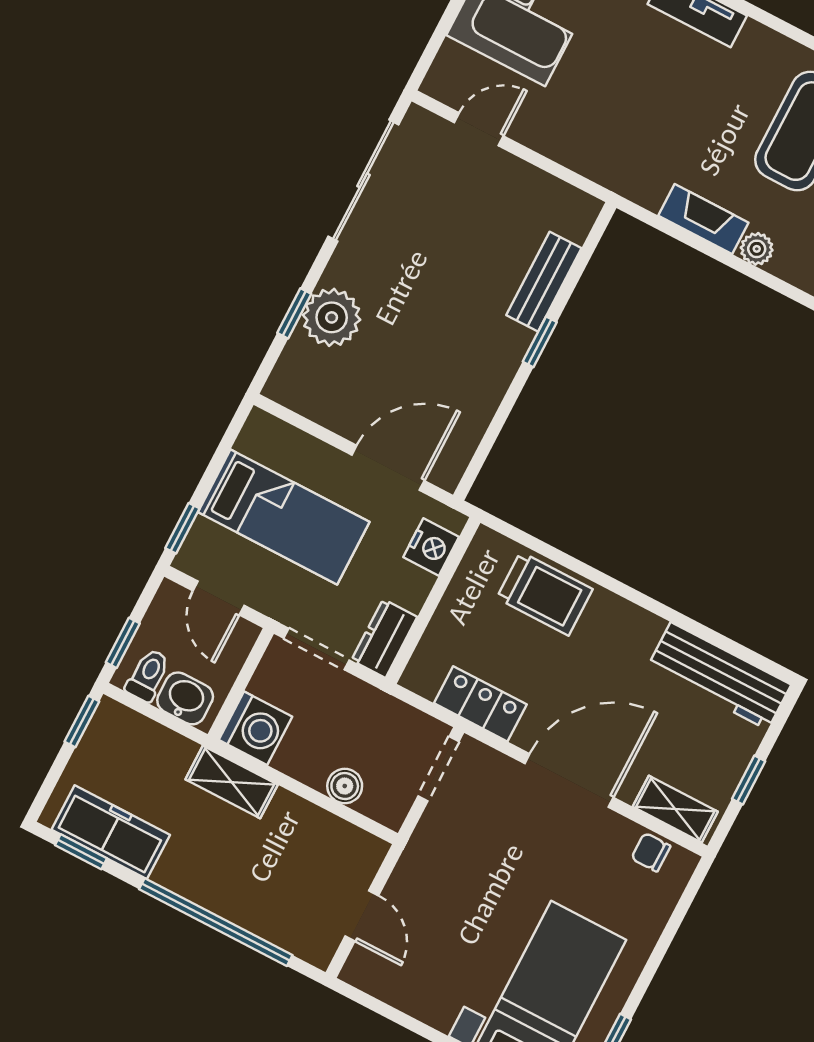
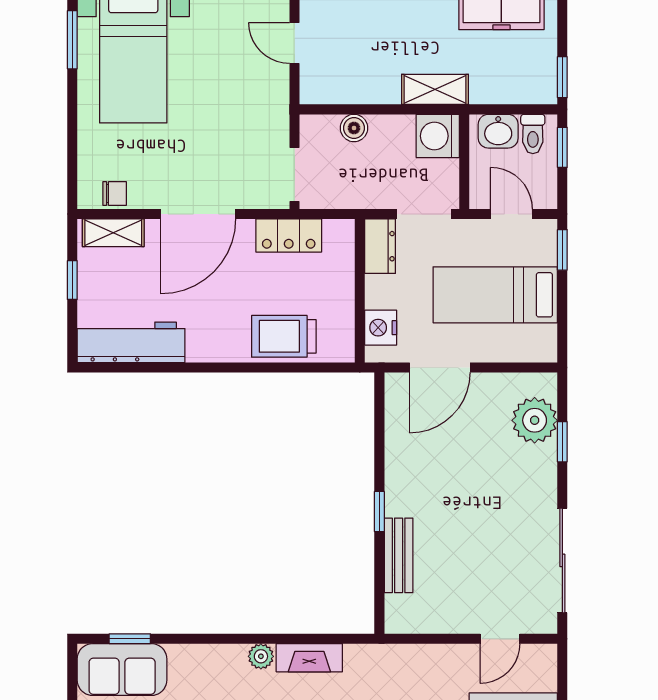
plant: (332, 317) -> (535, 420), moved

